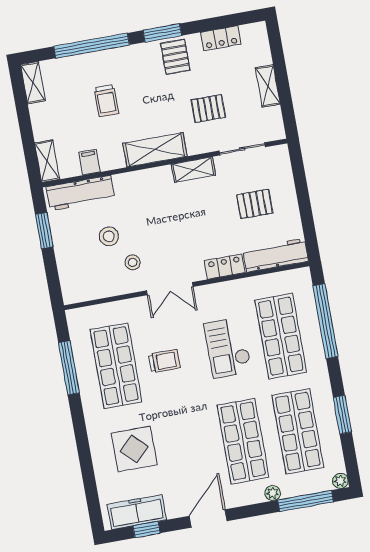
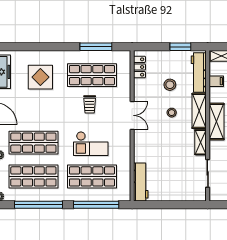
shelving: (143, 181) -> (199, 111), added
pallet: (255, 204) -> (174, 175), removed
stool: (133, 262) -> (172, 113), moved
locker: (225, 267) -> (139, 67), moved
double door: (170, 289) -> (132, 115), swing flipped
checkout: (228, 348) -> (91, 144), turned 180
window: (342, 415) -> (39, 205), width x2.11

